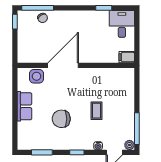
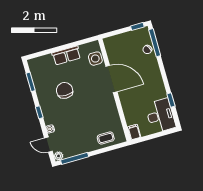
desk: (122, 24) -> (160, 116), width x1.37
coffee table: (96, 111) -> (106, 138), moved

